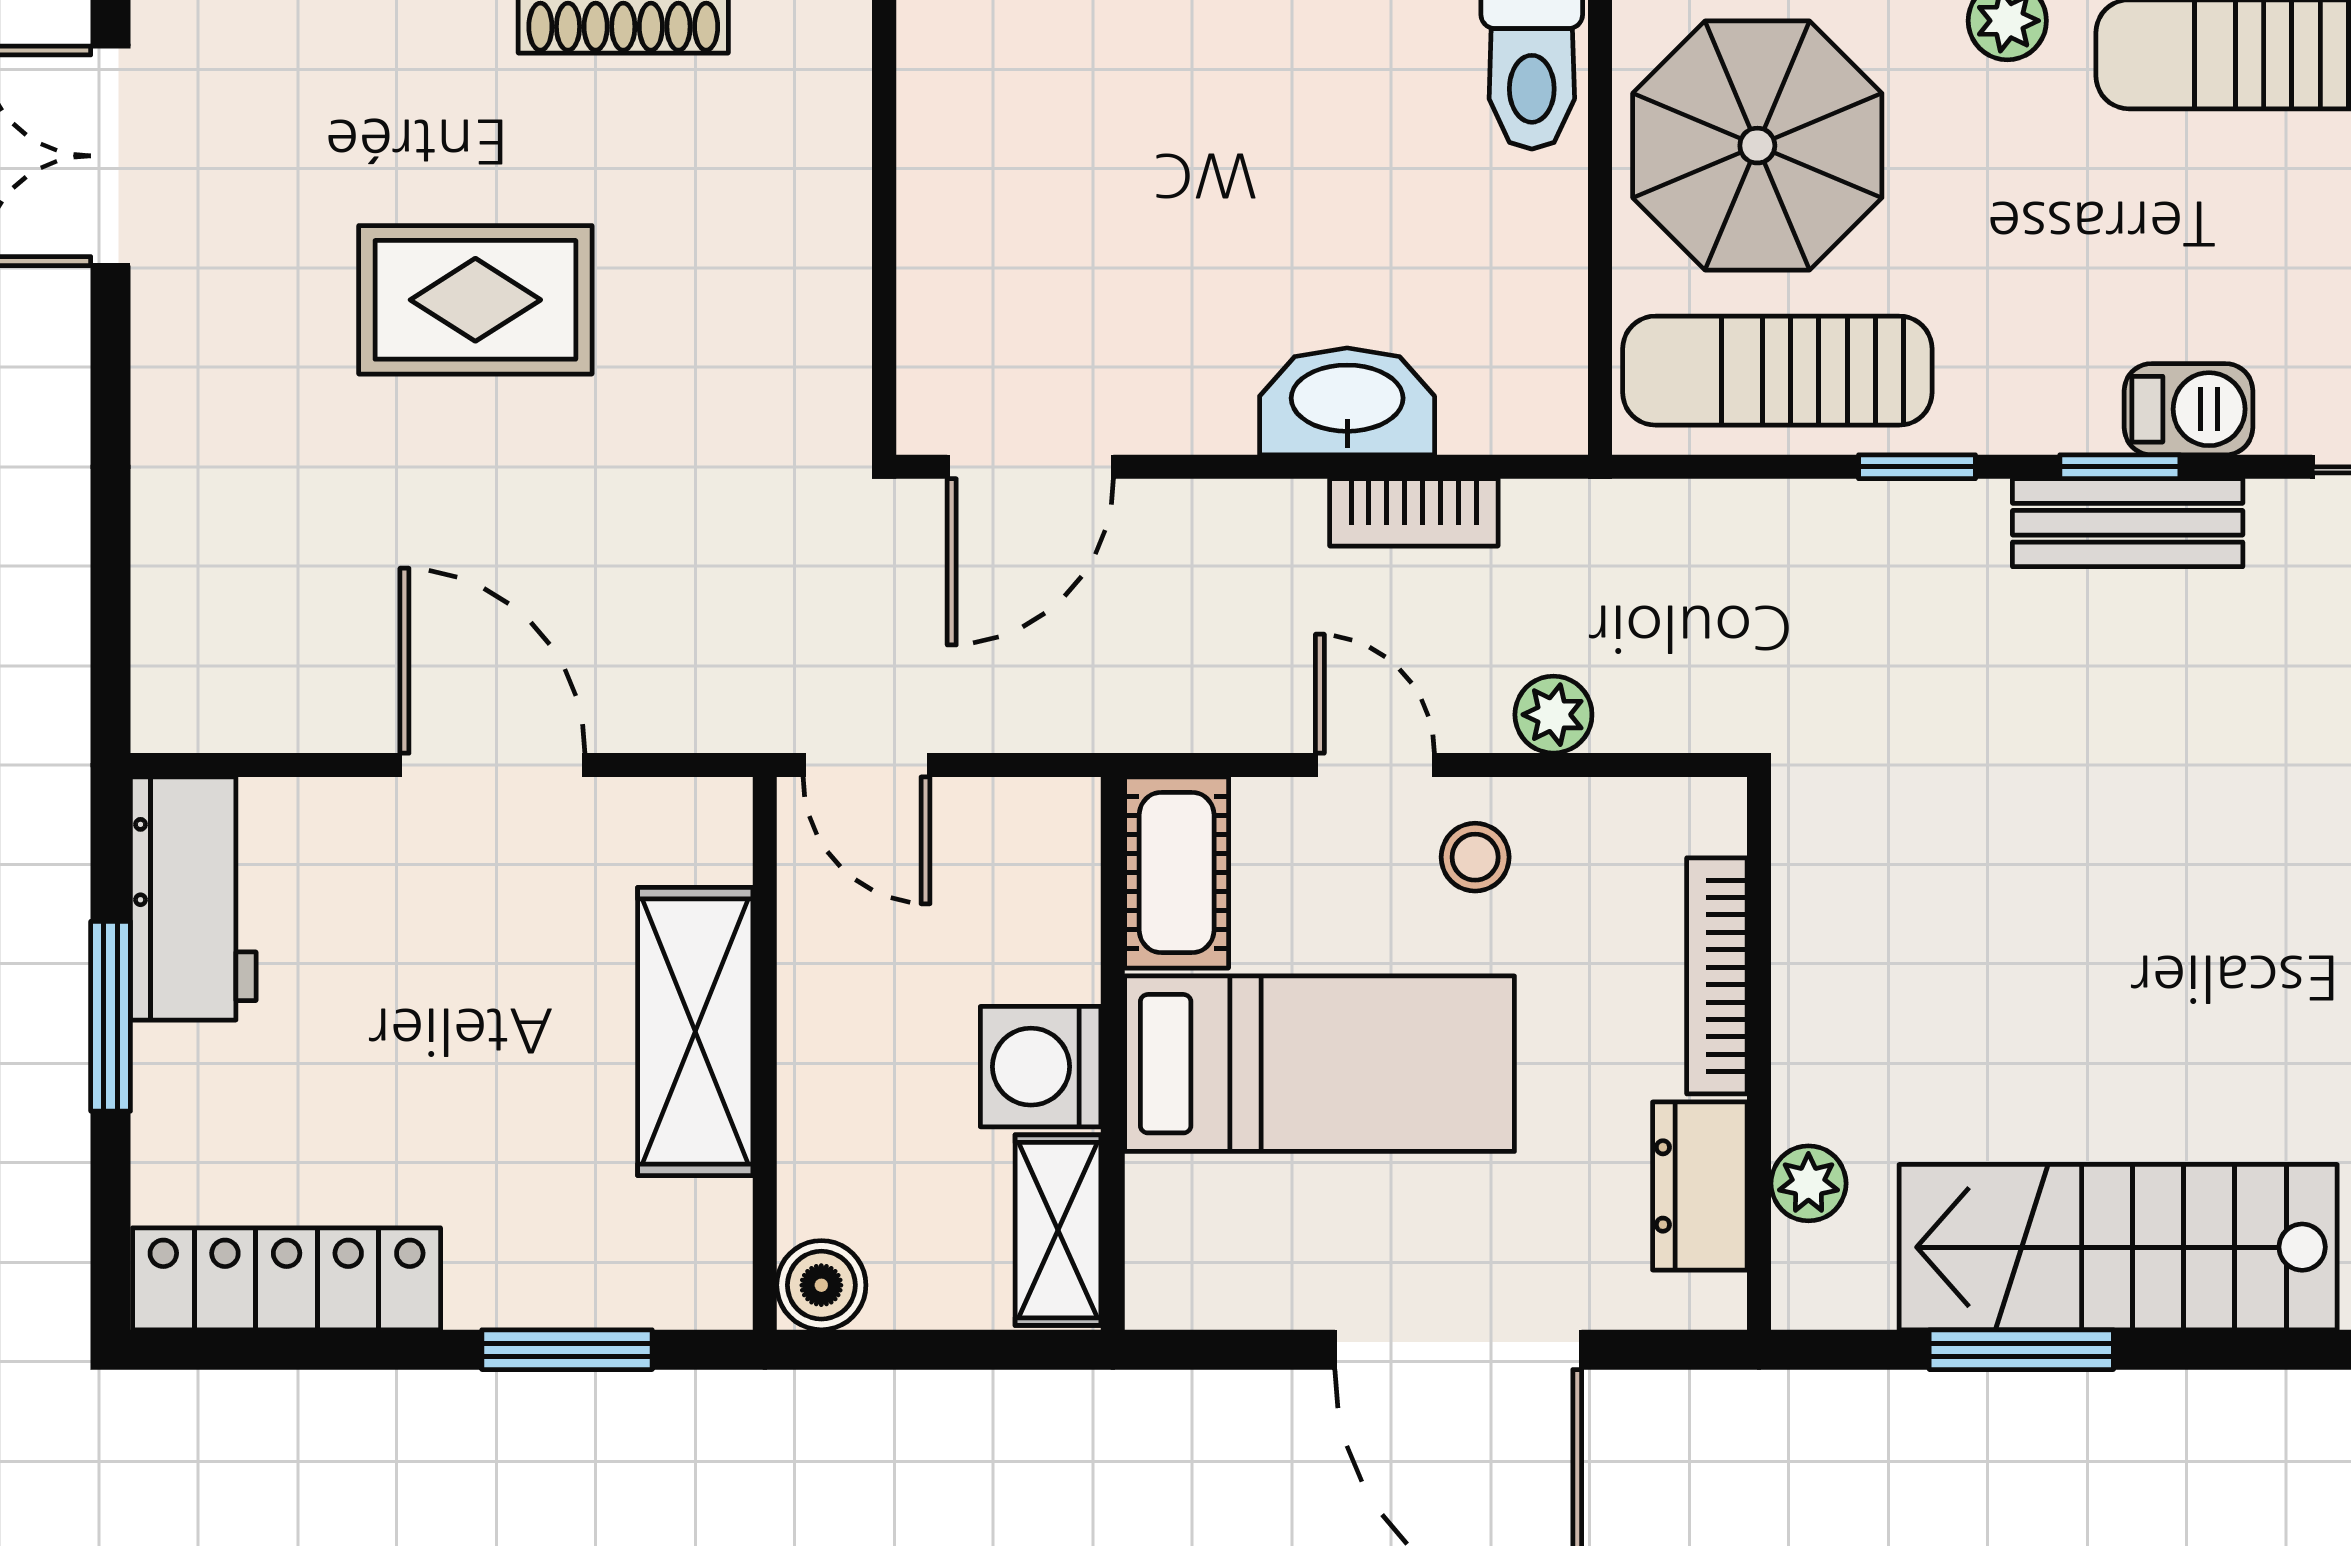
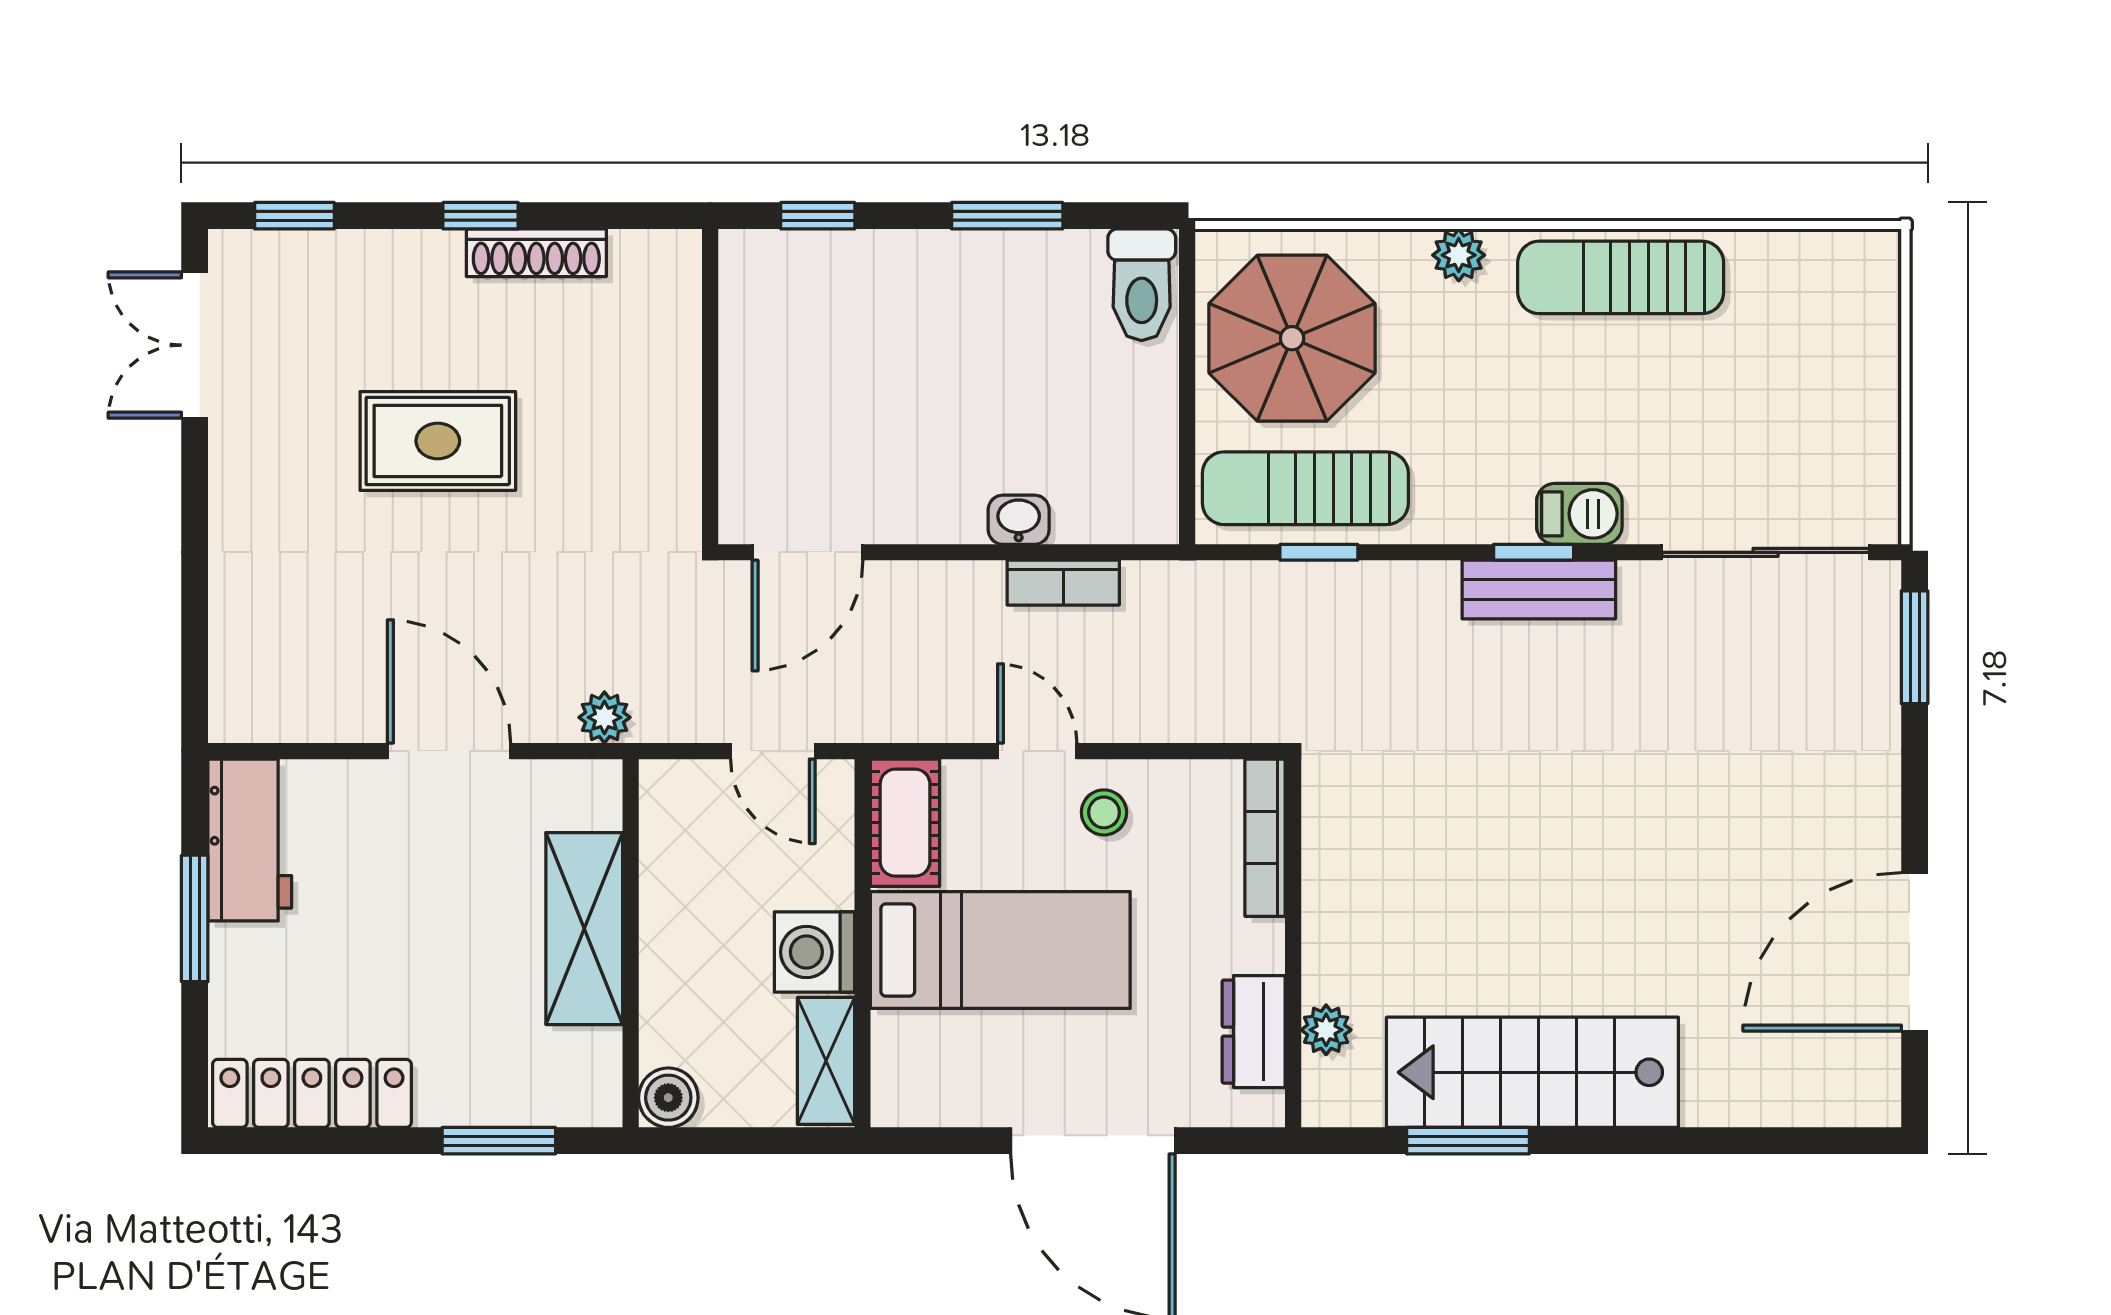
washbasin: (1347, 401) -> (1019, 520), width x0.52, depth x0.69
window: (1917, 467) -> (1319, 552), moved
plant: (1553, 715) -> (604, 717), moved
door: (867, 765) -> (773, 751), moved
bookcase: (1717, 976) -> (1265, 838), moved

